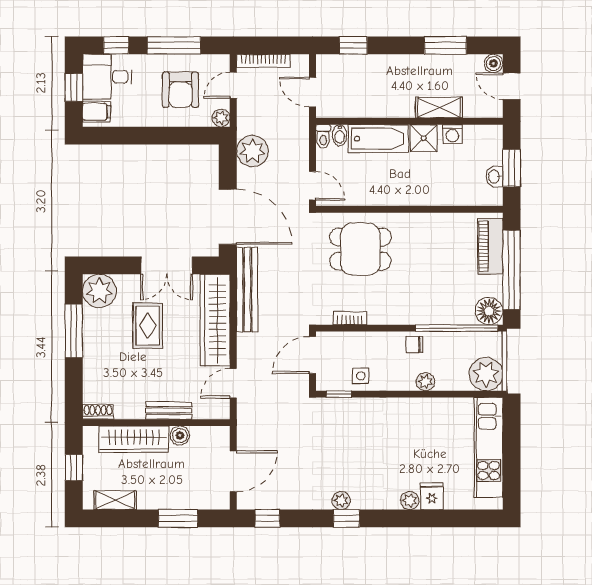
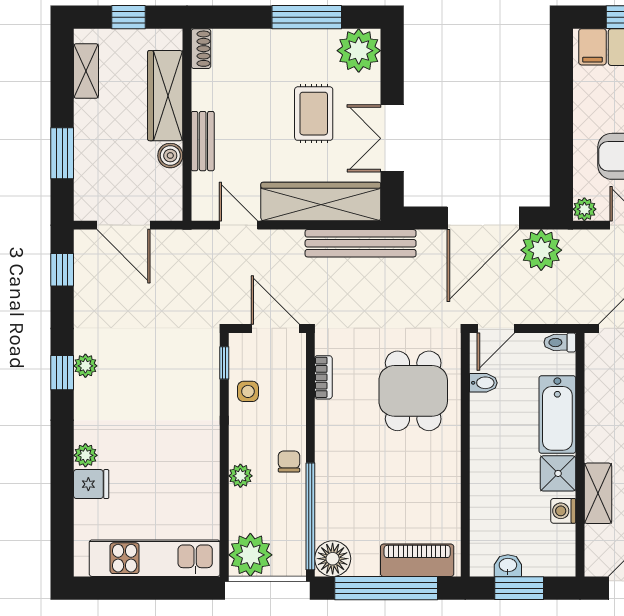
bidet: (340, 135) -> (483, 383), moved, turned 180
door: (228, 217) -> (483, 218), moved
rug: (148, 325) -> (314, 114), turned 90

